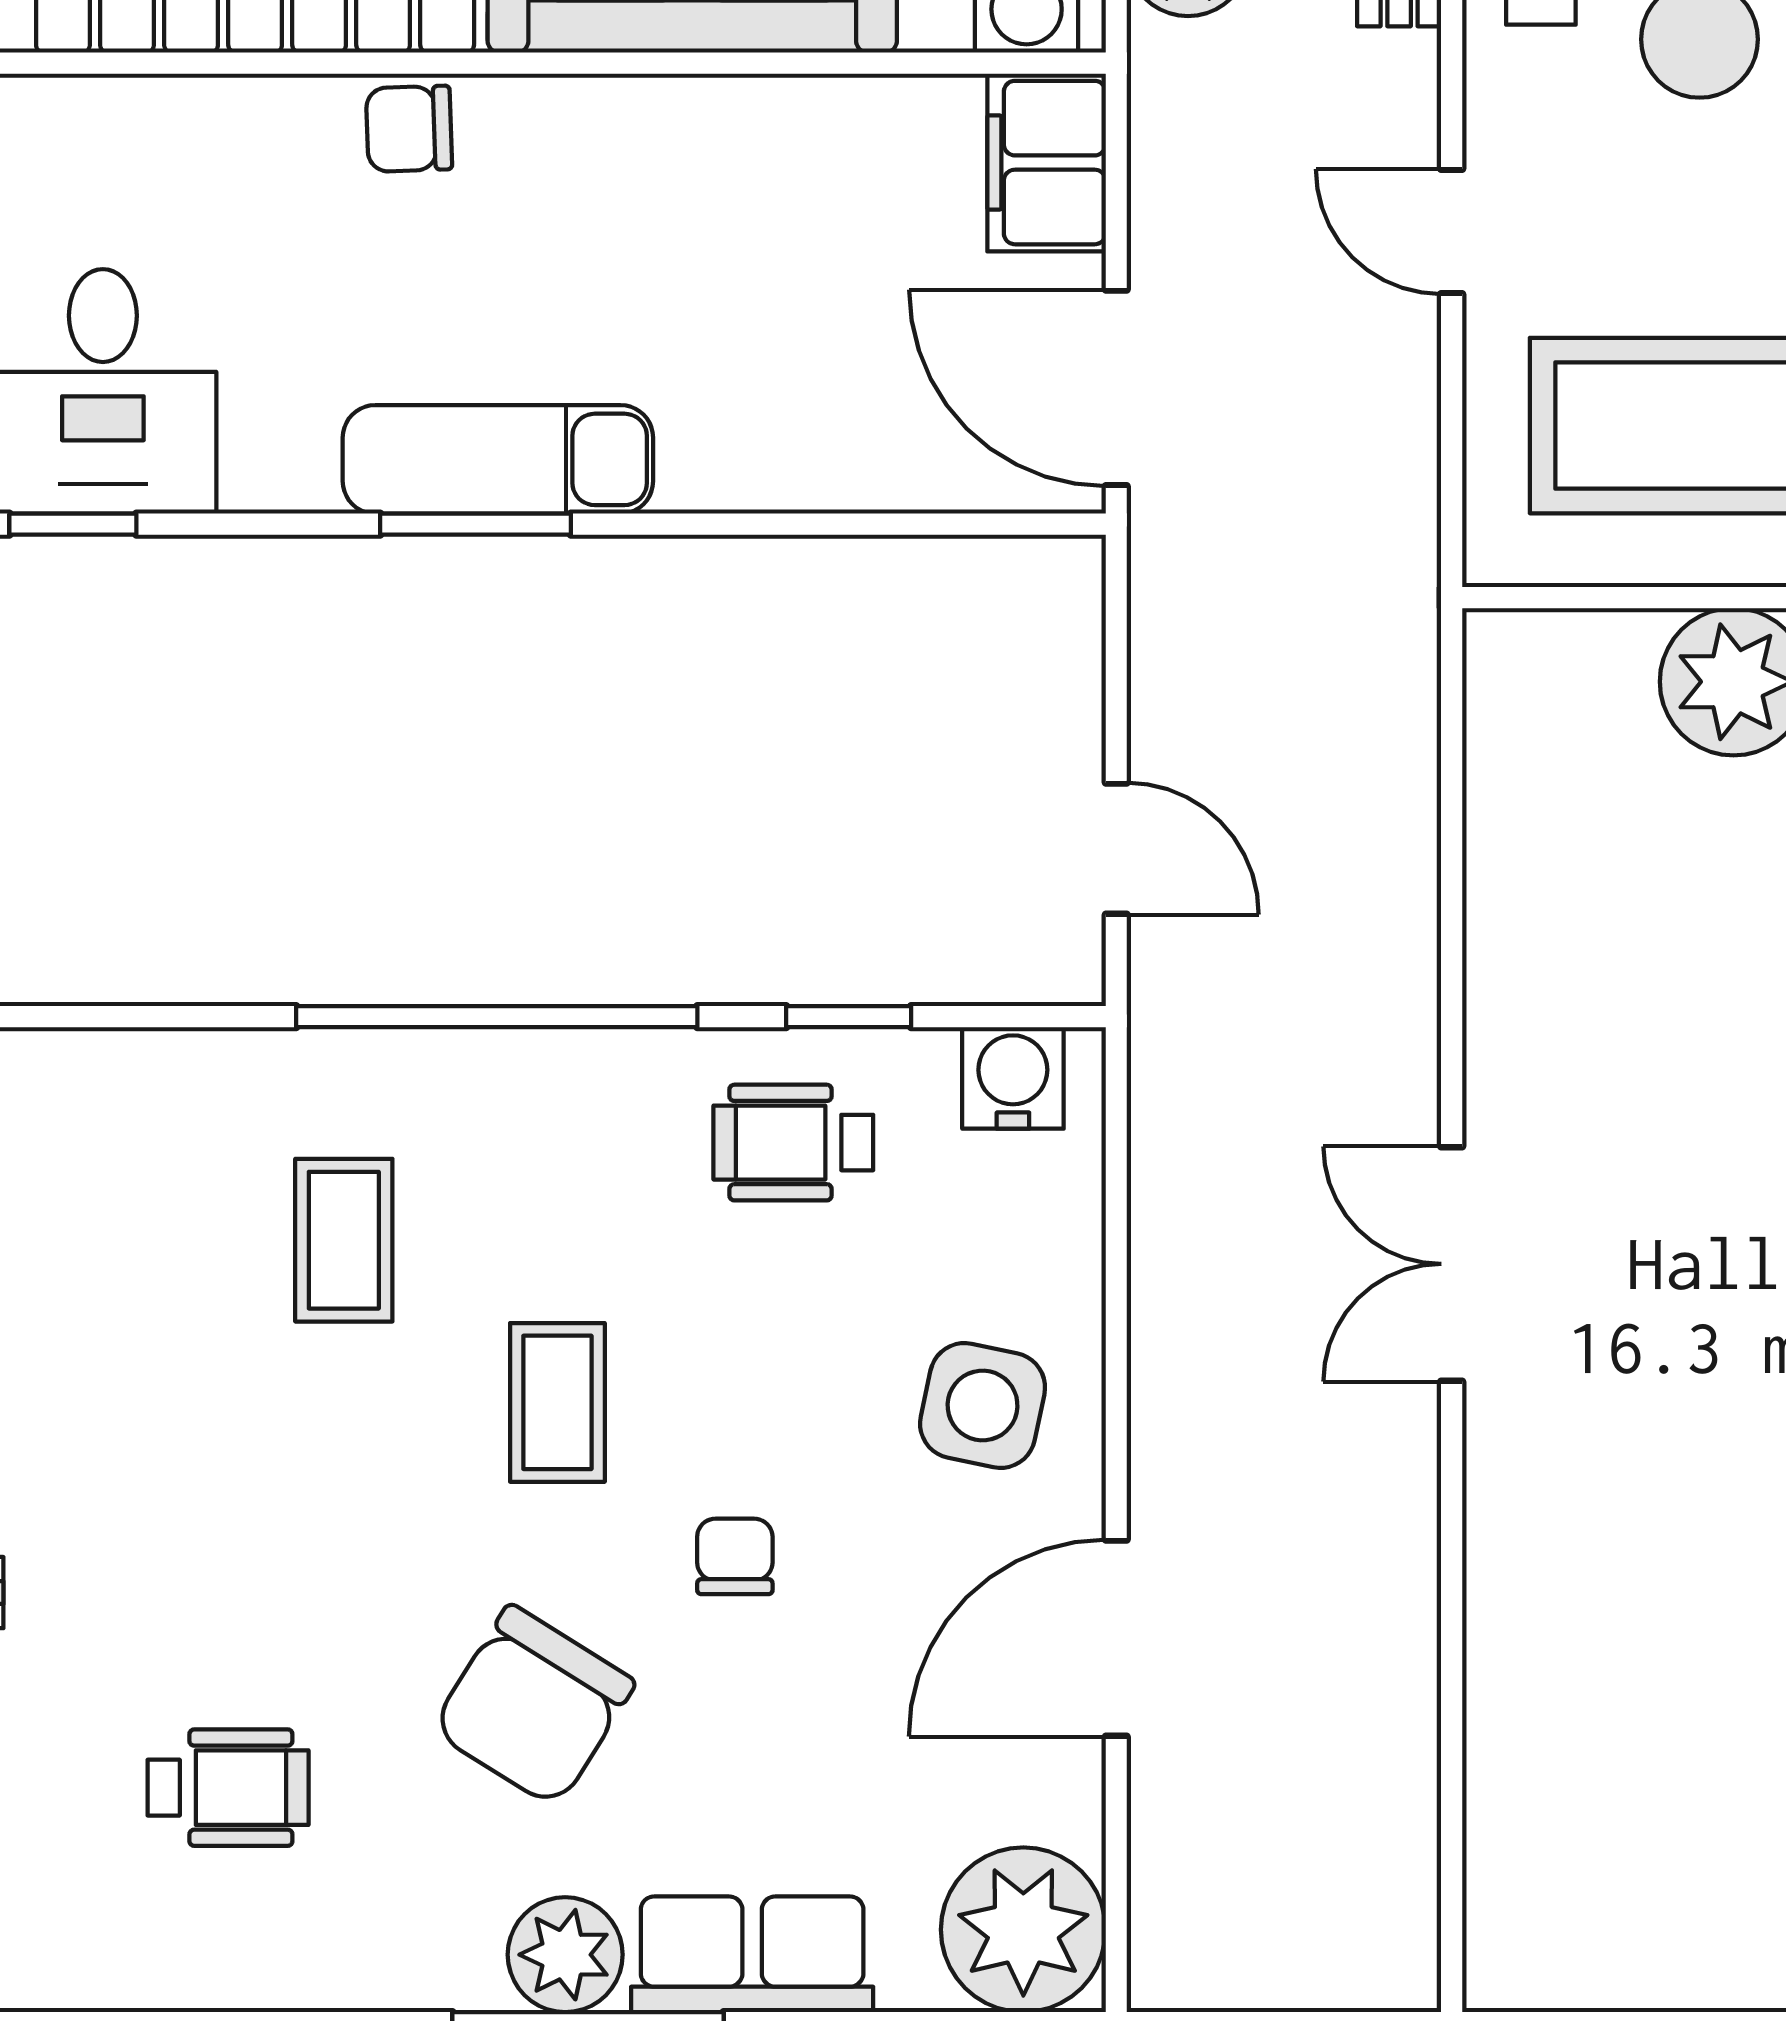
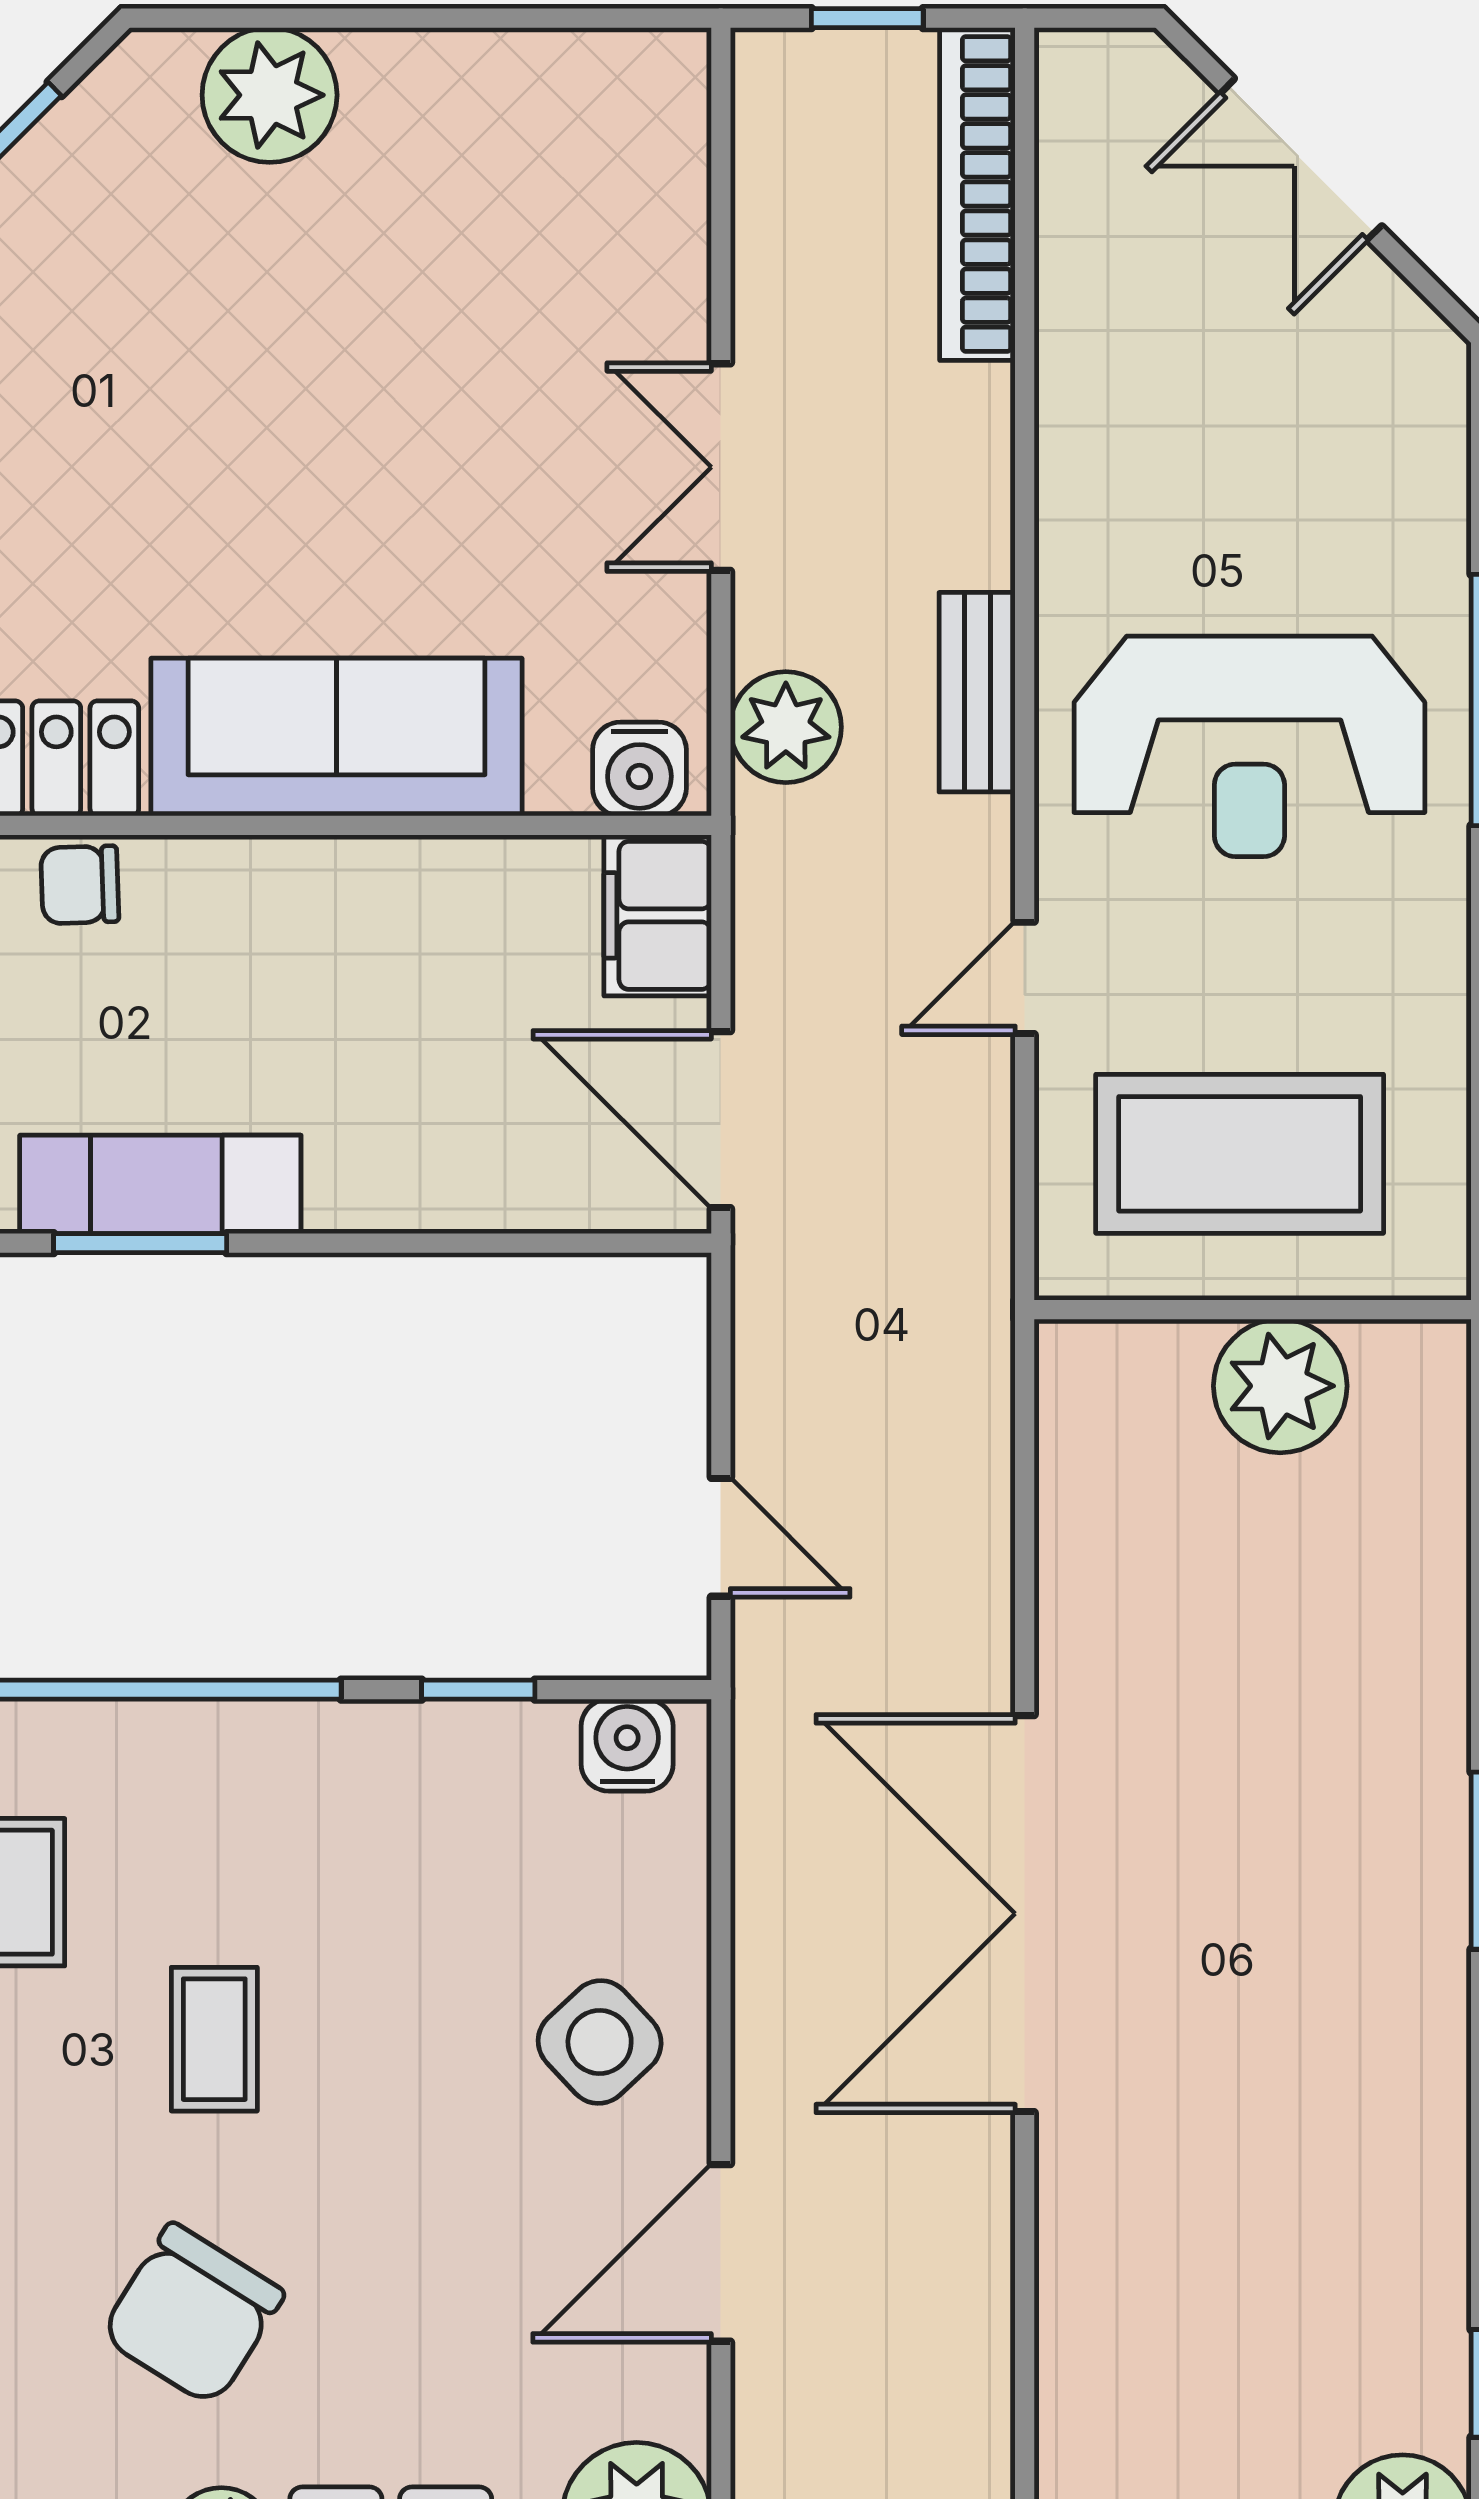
door: (1452, 231) -> (1025, 978), hinge flipped
wheelchair: (793, 1143) -> (428, 1804), removed
double door: (1452, 1264) -> (1025, 1914), width x1.87
side table: (983, 1406) -> (600, 2042), turned 35
chair: (735, 1556) -> (375, 2179), removed

